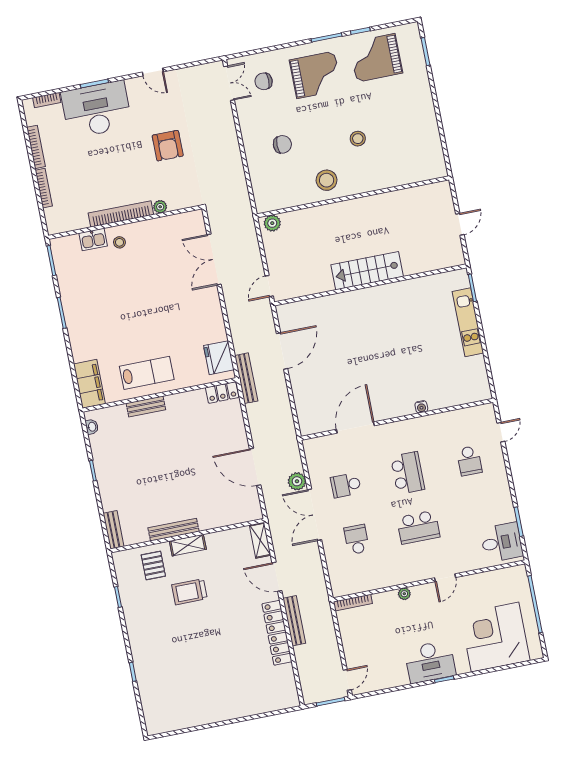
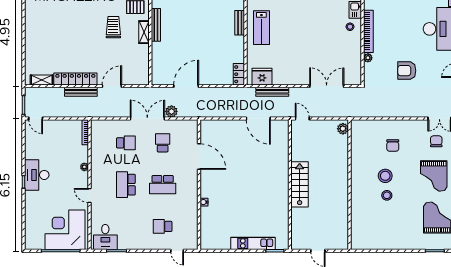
stool: (327, 180) -> (385, 176), moved
bench: (246, 378) -> (272, 92), moved
shelving: (260, 540) -> (42, 80), moved
corner desk: (495, 637) -> (65, 230), moved, turned -90

